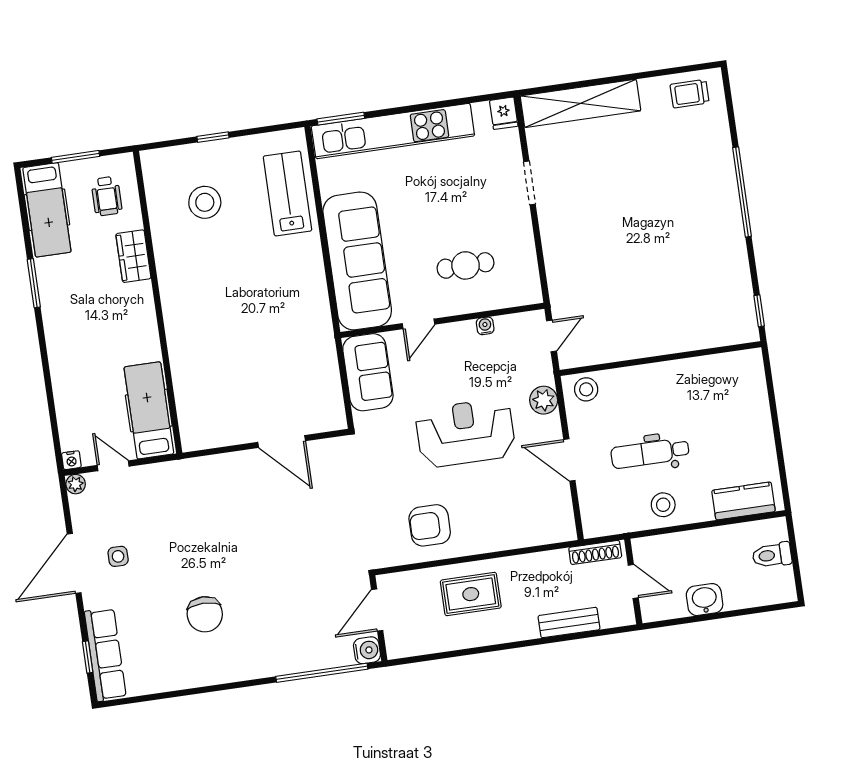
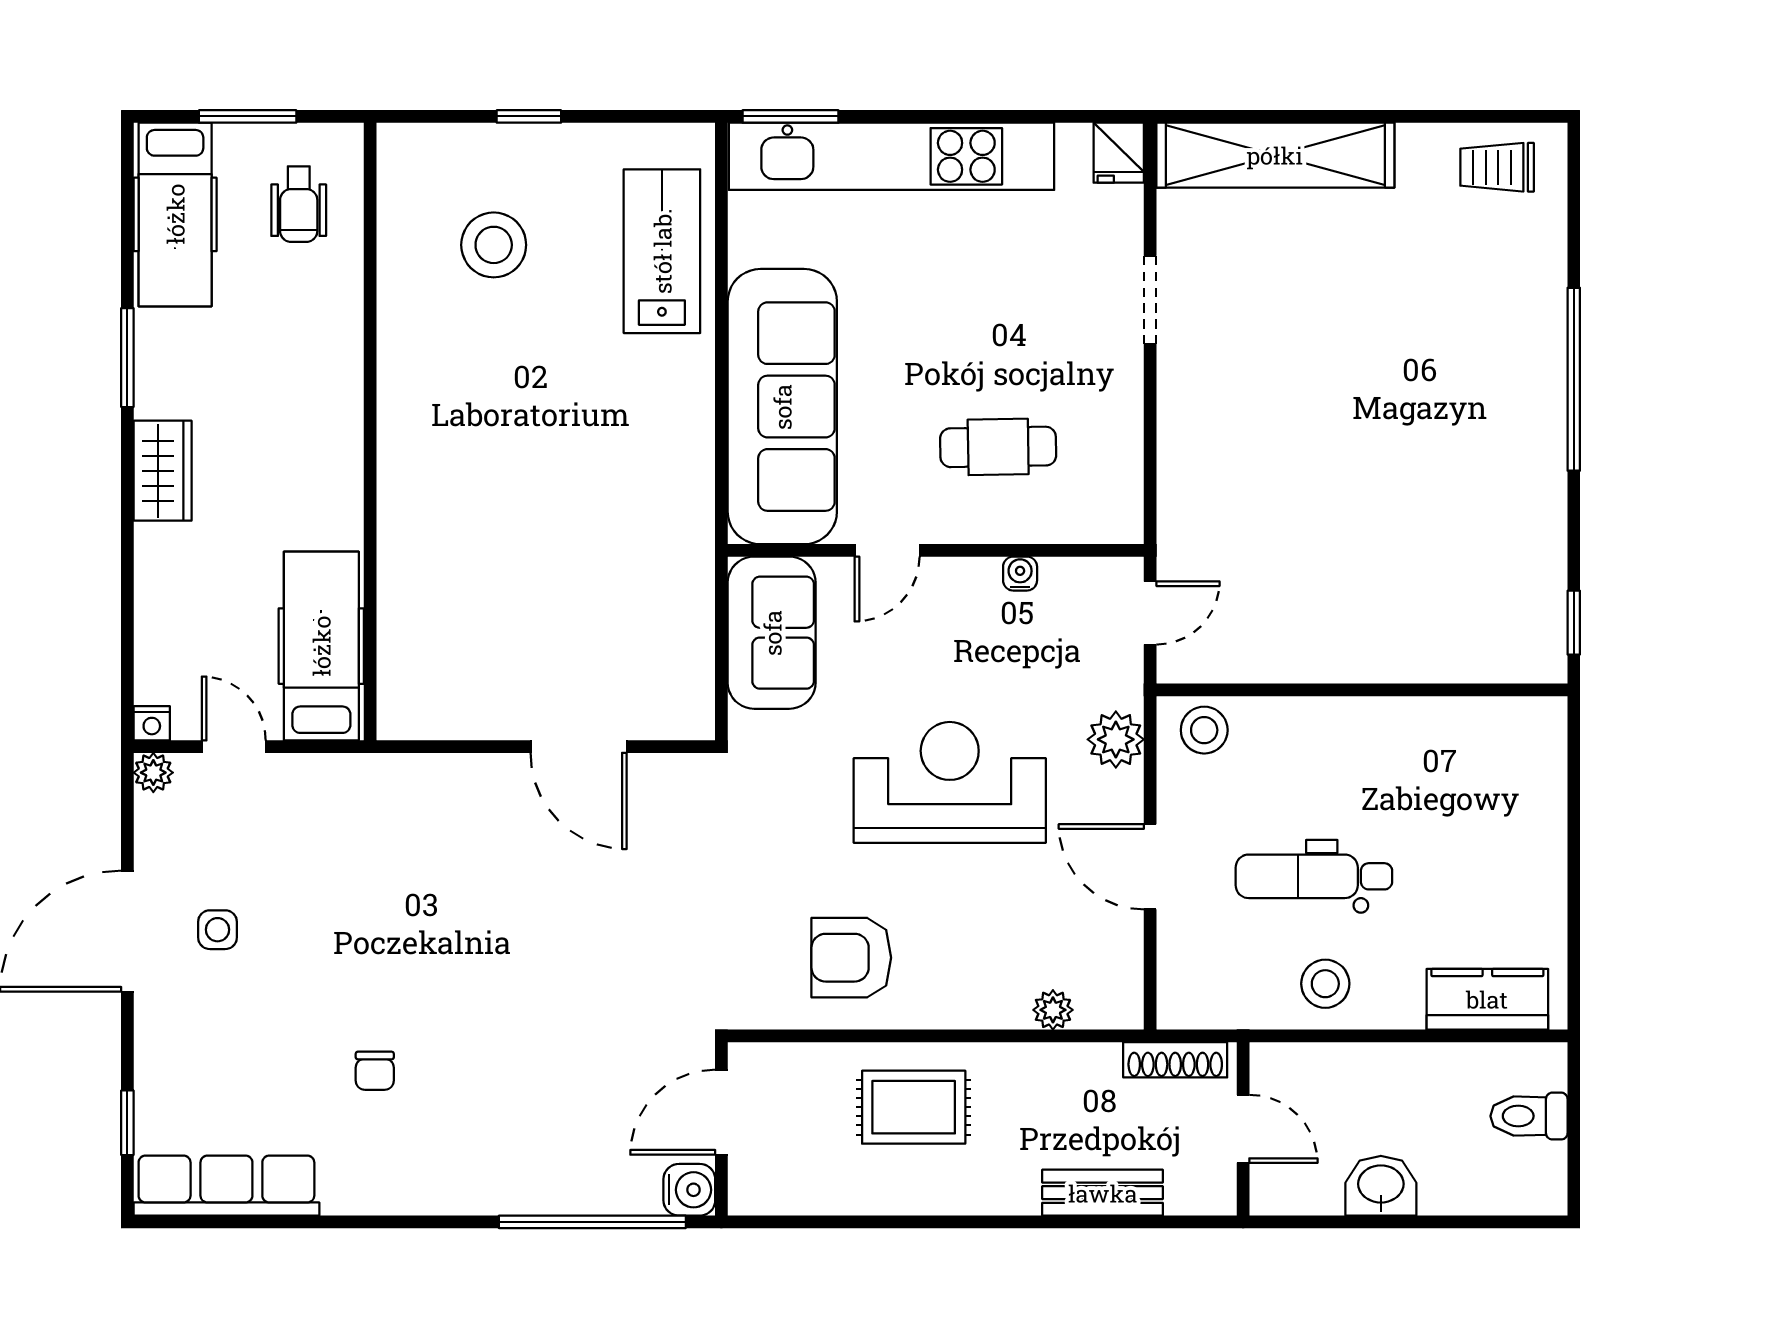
wardrobe: (133, 256) -> (163, 471), moved, turned 180
plant: (532, 537) -> (1053, 1010), added
chair: (205, 614) -> (375, 1071), width x0.54, depth x0.54
row of seats: (105, 655) -> (226, 1186), moved, turned -90

